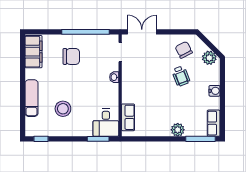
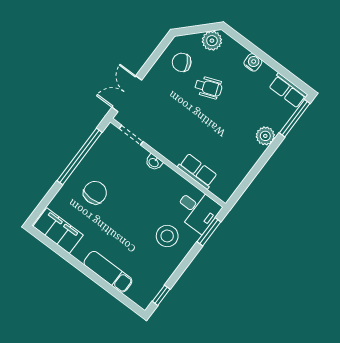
stool: (63, 109) -> (167, 236), moved
row of seats: (128, 117) -> (197, 171), moved

